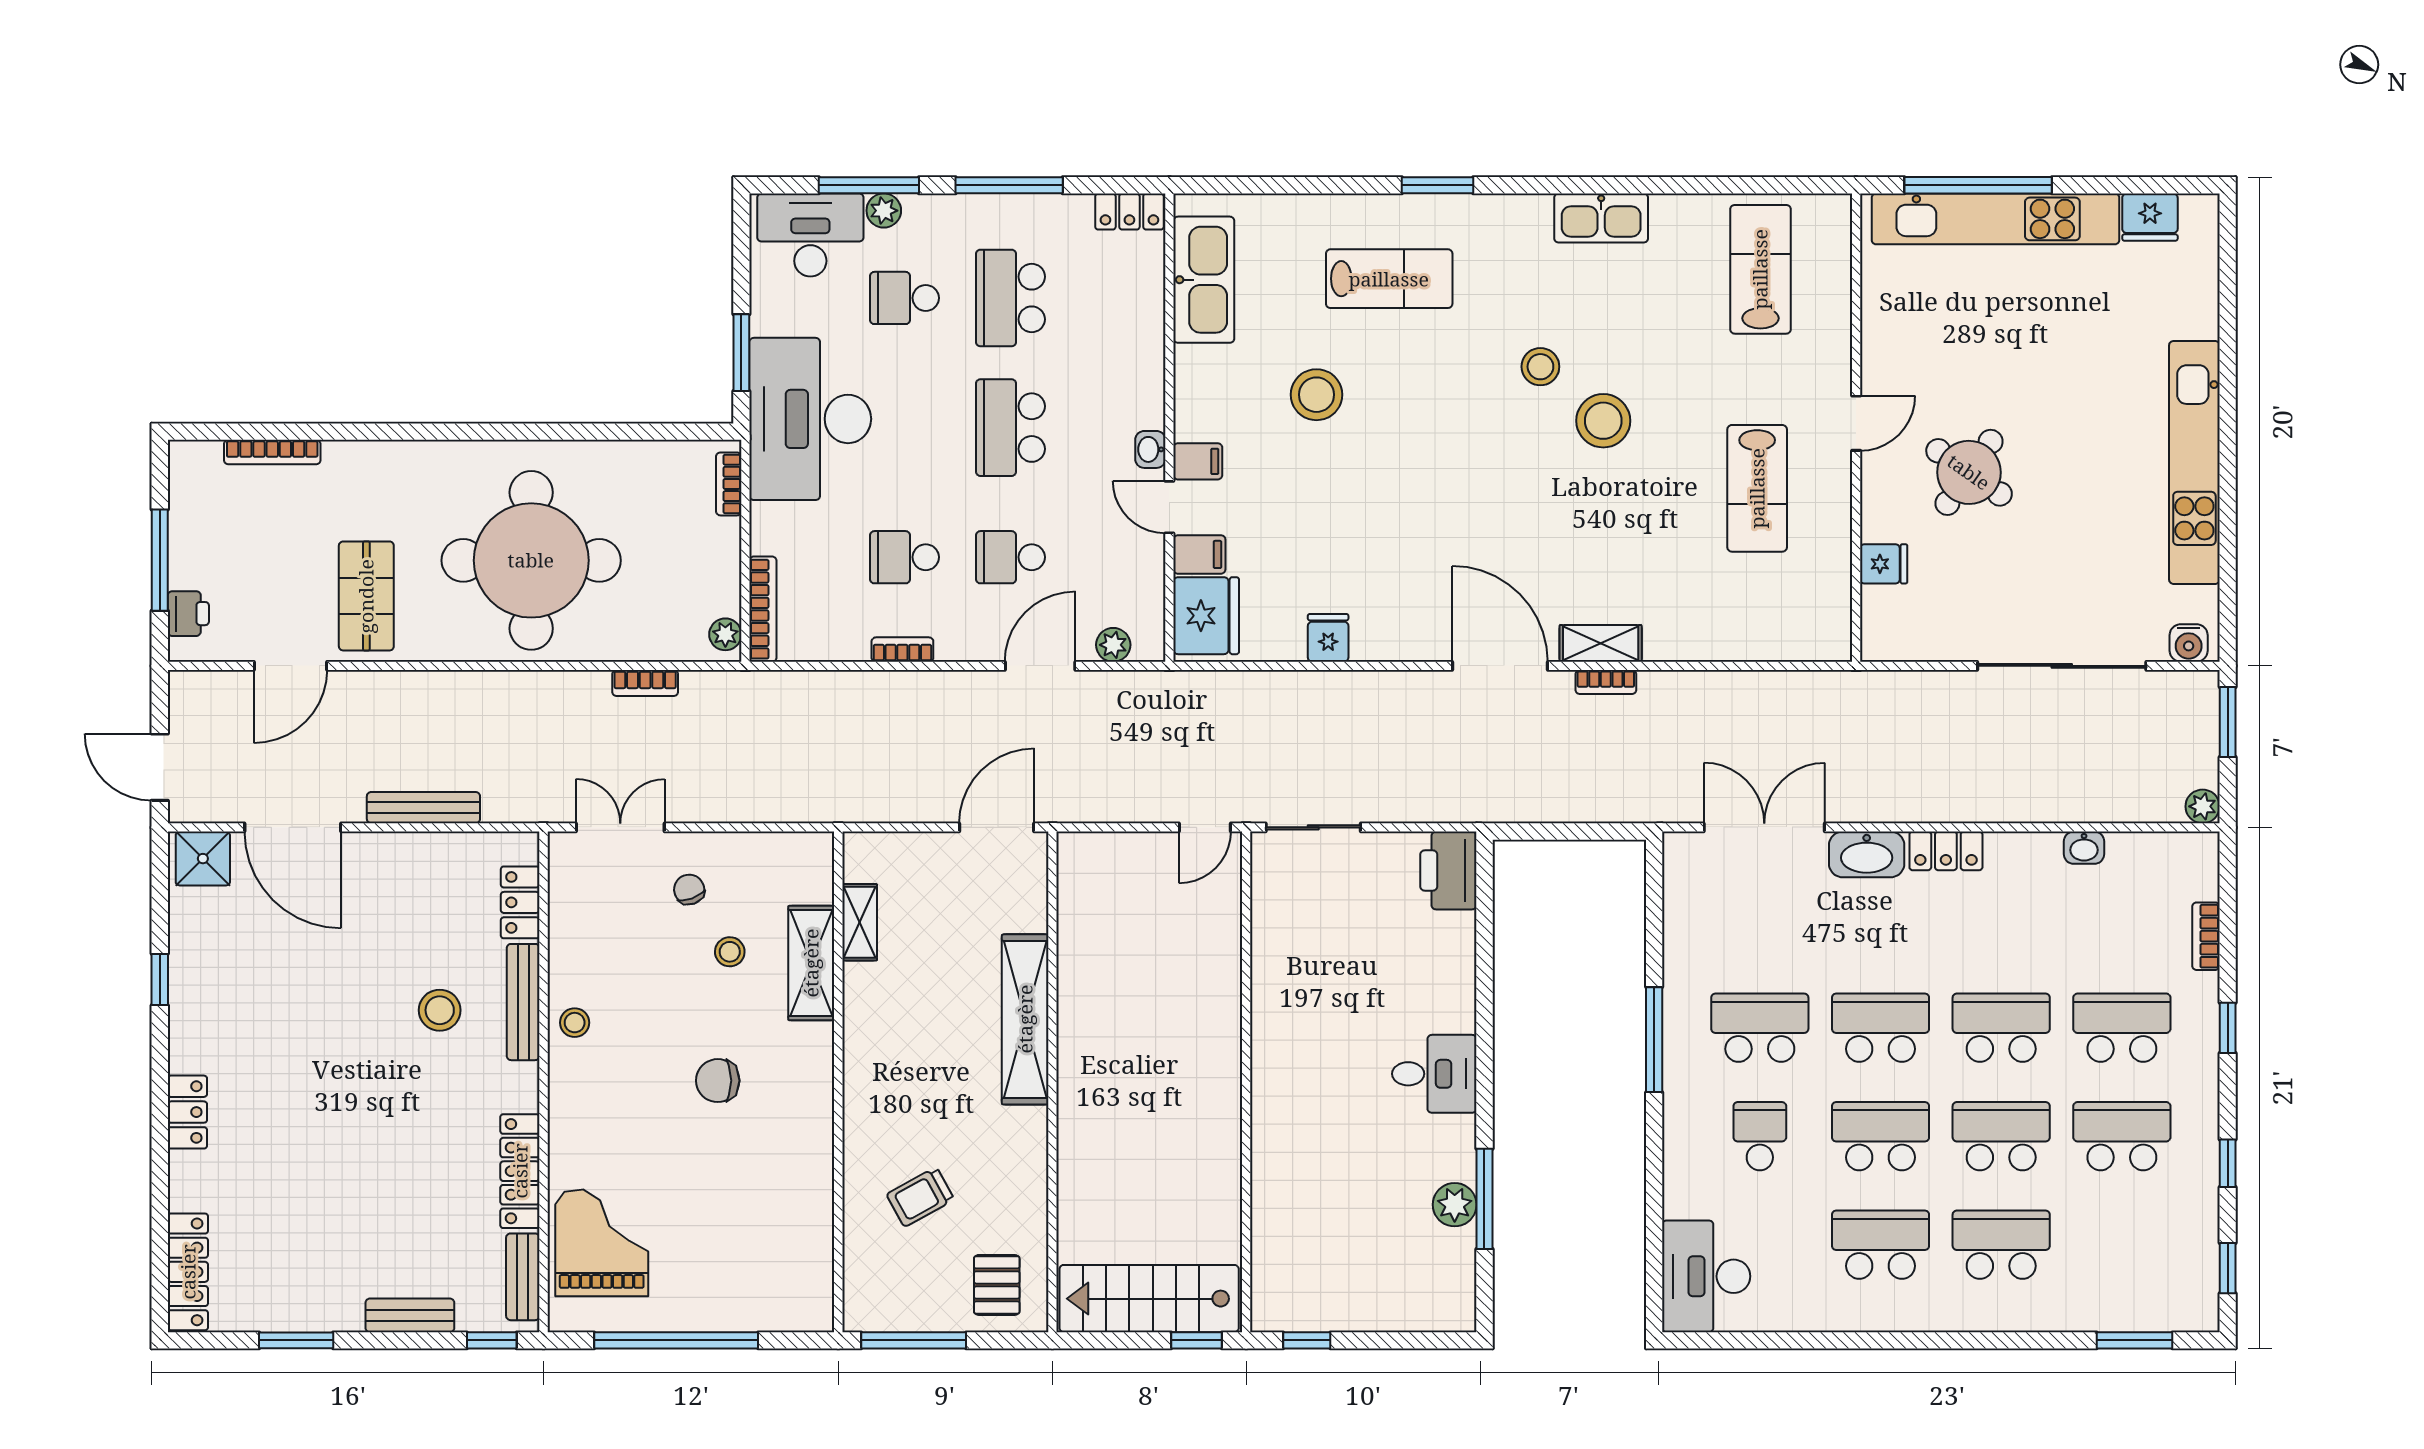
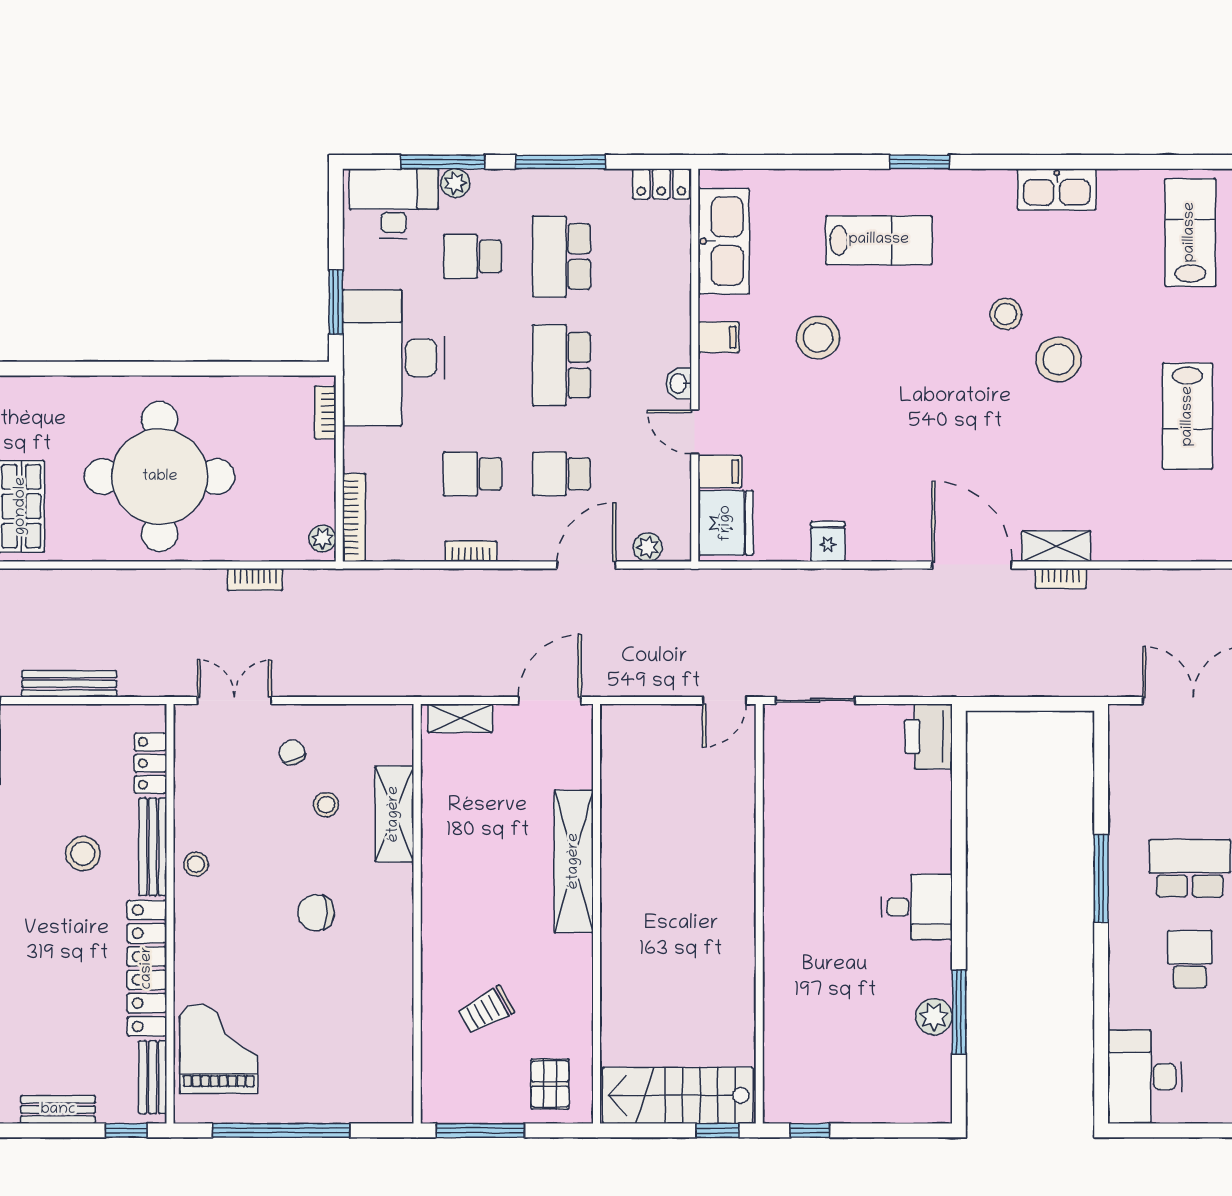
filing cabinet: (1198, 461) -> (719, 337), moved
shelving: (860, 922) -> (460, 718), moved, turned 90
locker: (520, 1171) -> (147, 968), width x1.41, depth x1.21

